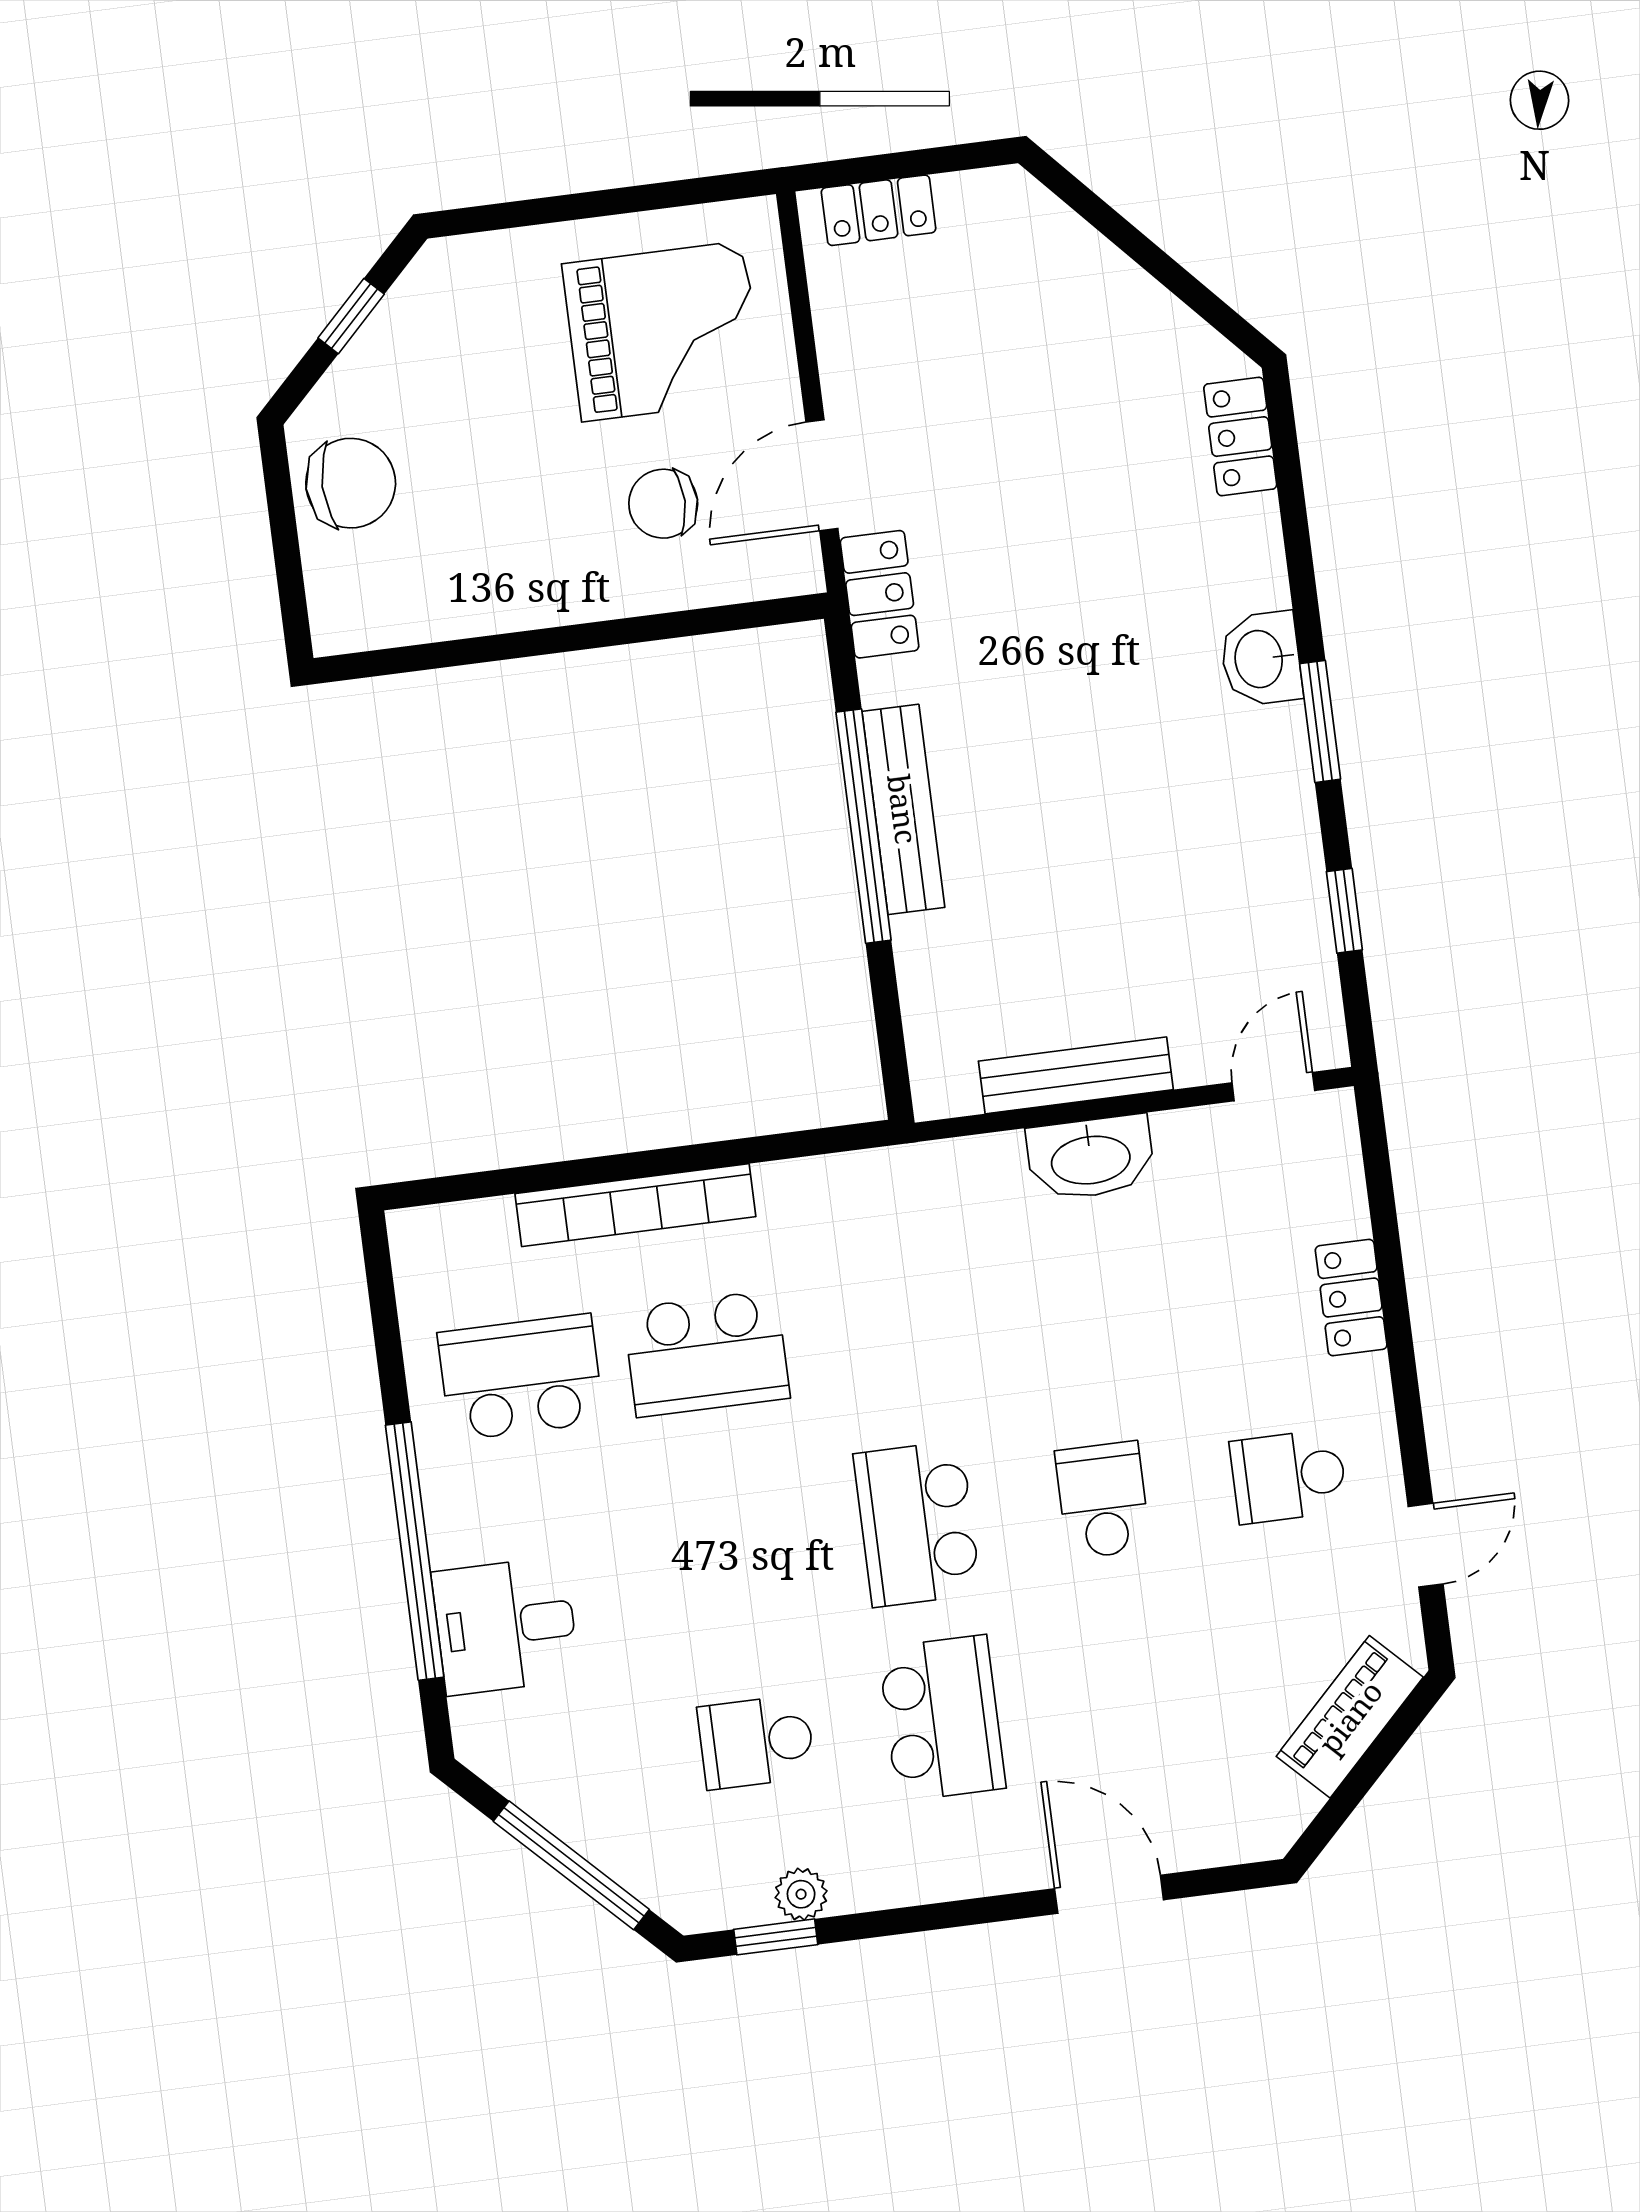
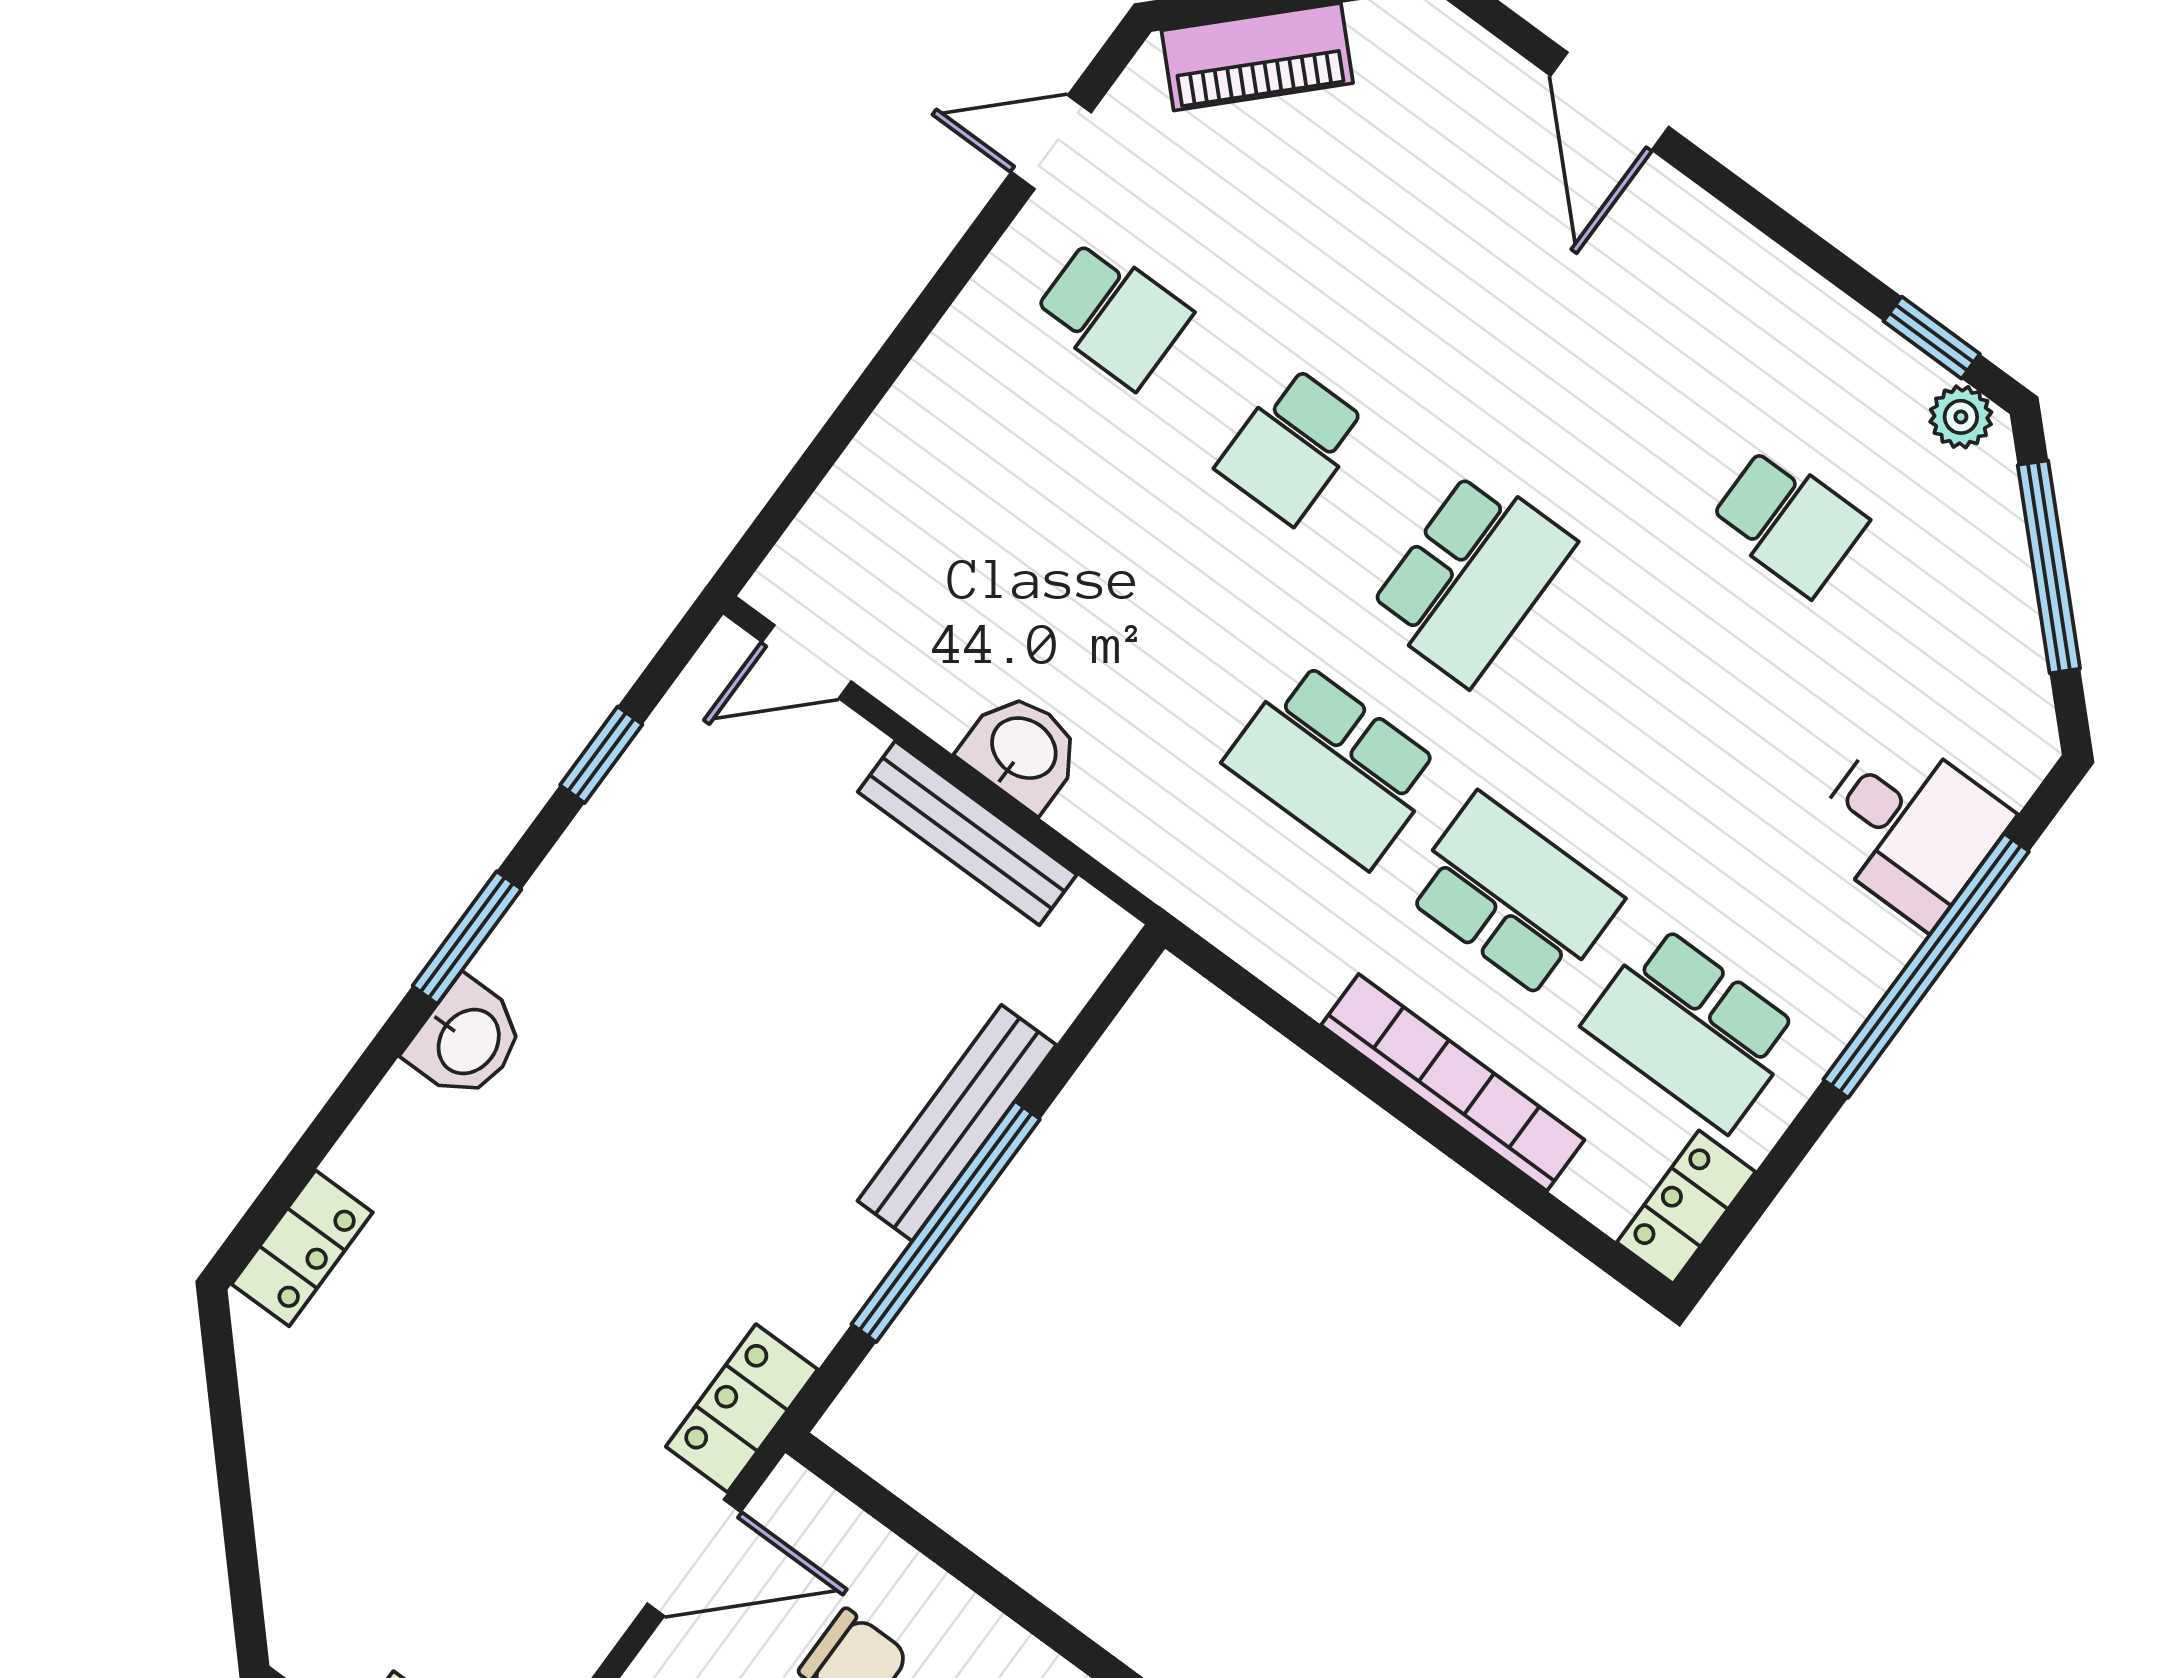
bench: (903, 809) -> (957, 1123), moved
washbasin: (1090, 1158) -> (1022, 750), width x0.72
locker: (1351, 1298) -> (1686, 1207), moved, turned 180
school desk: (942, 1718) -> (1334, 765), moved, turned -90
plant: (801, 1894) -> (1961, 417), moved

